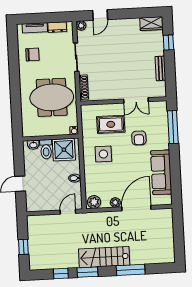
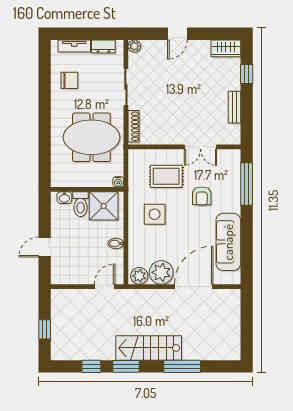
door: (100, 15) -> (177, 34), moved
plant: (115, 203) -> (161, 272), width x1.88, depth x1.88

